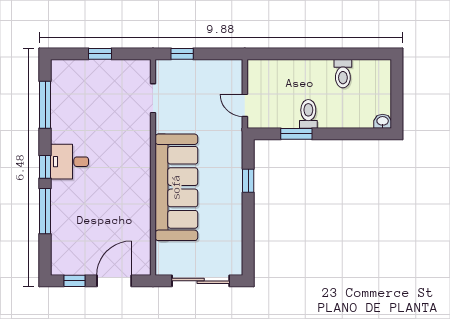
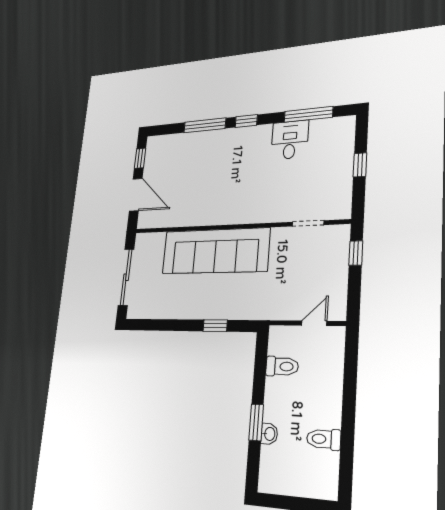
door: (245, 105) -> (314, 323), moved
toilet: (308, 114) -> (282, 366), moved
washbasin: (383, 121) -> (269, 434), moved
window: (296, 134) -> (256, 422), moved
desk: (69, 162) -> (290, 140), moved

